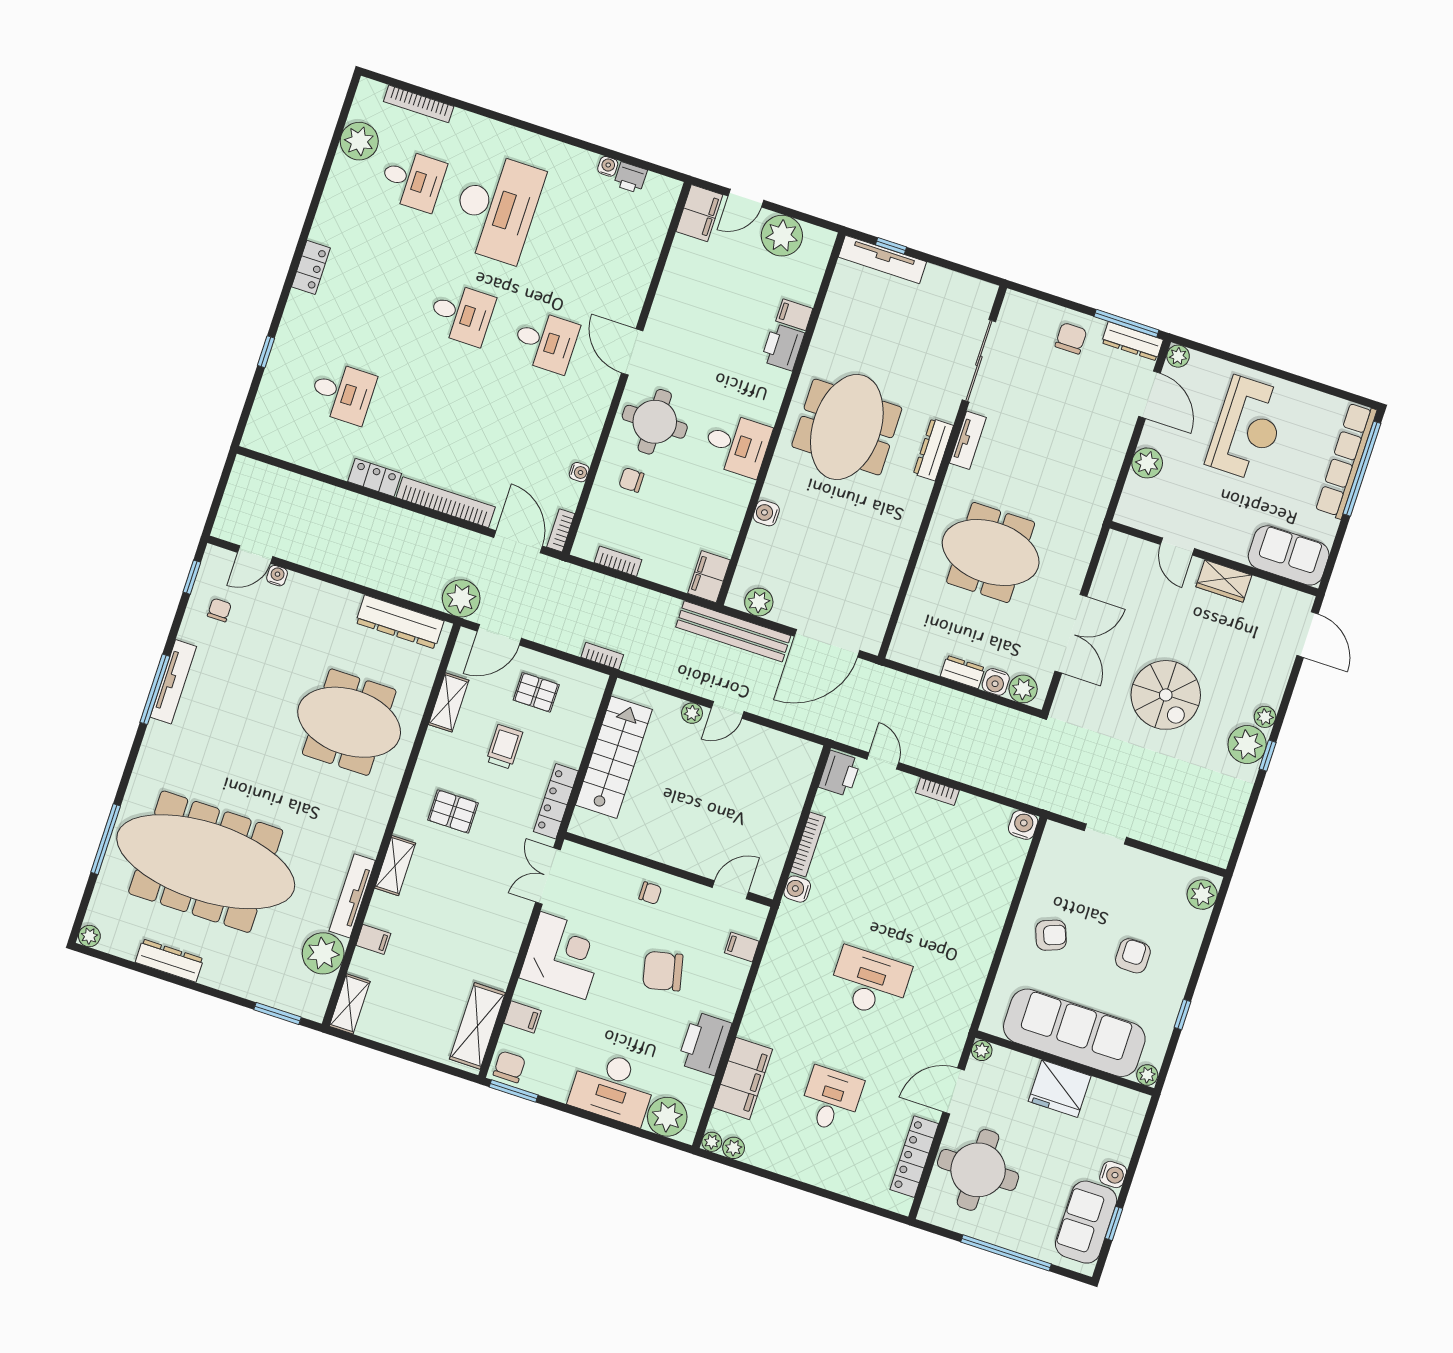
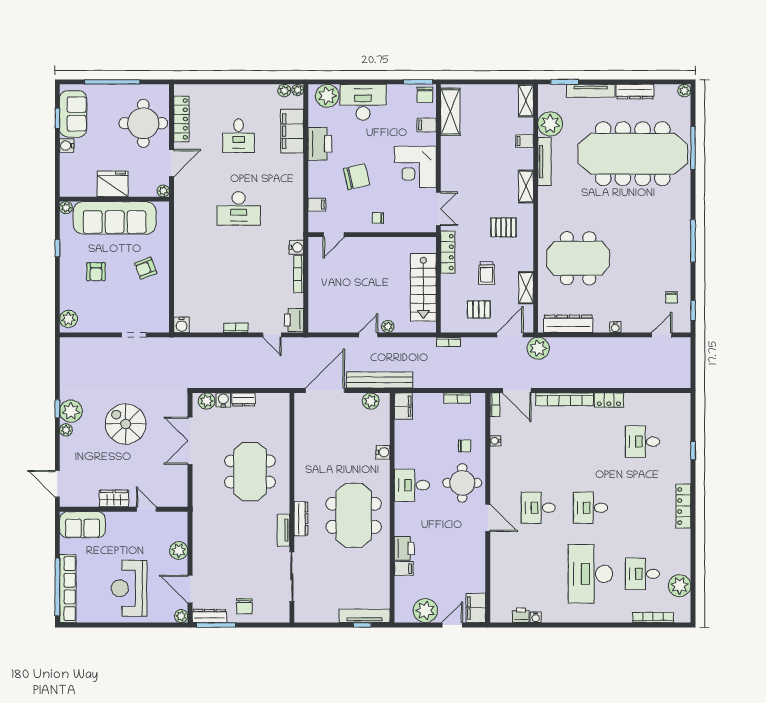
locker: (311, 267) -> (683, 506), width x1.53
meeting table: (991, 552) -> (250, 472), turned 90
water cooler: (277, 576) -> (615, 327), moved
tv unit: (173, 682) -> (591, 91), moved, turned -90

